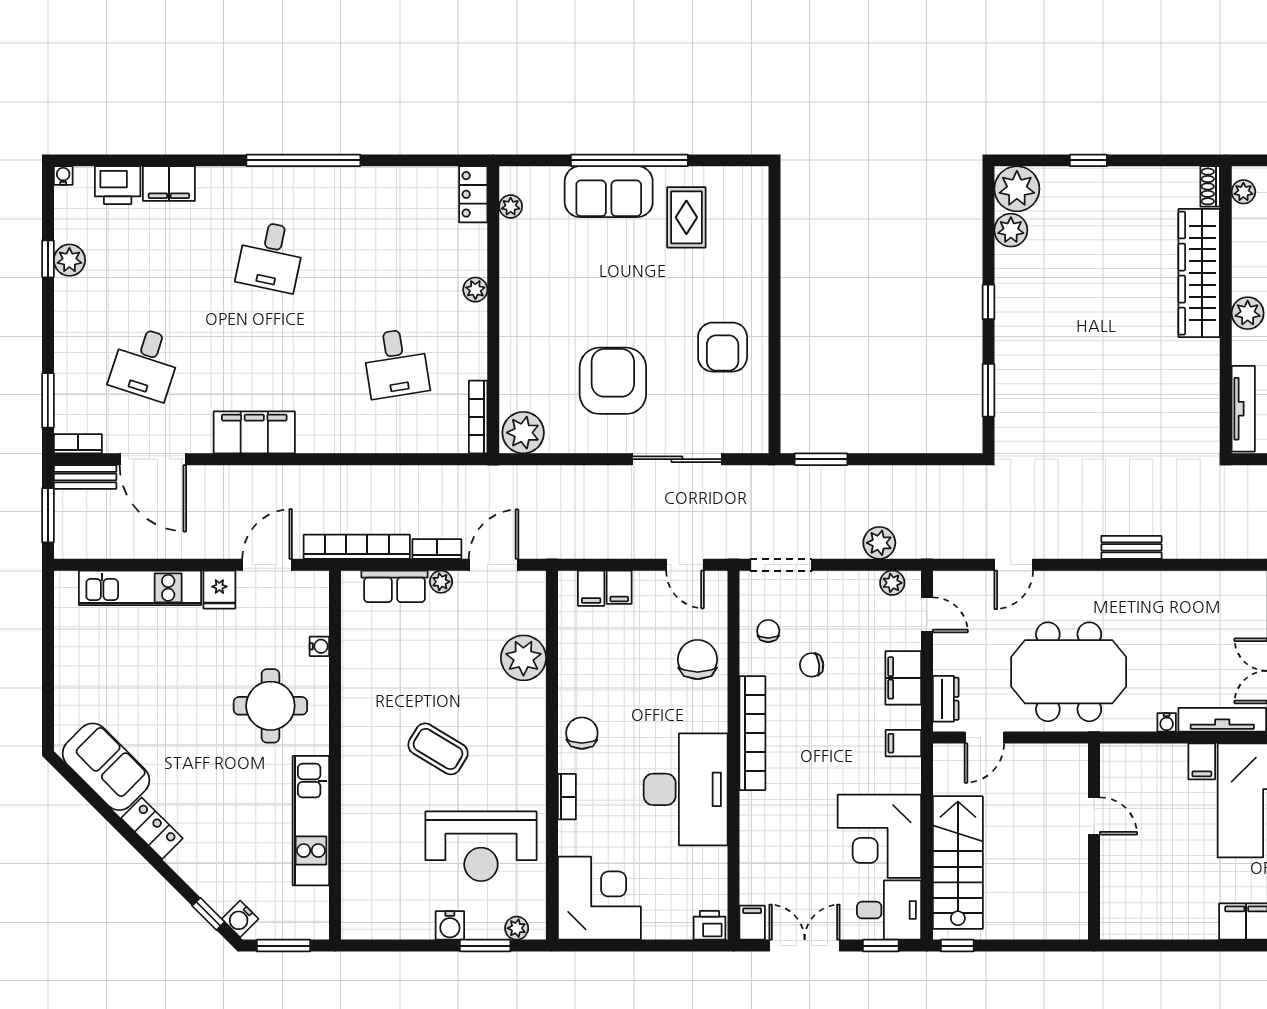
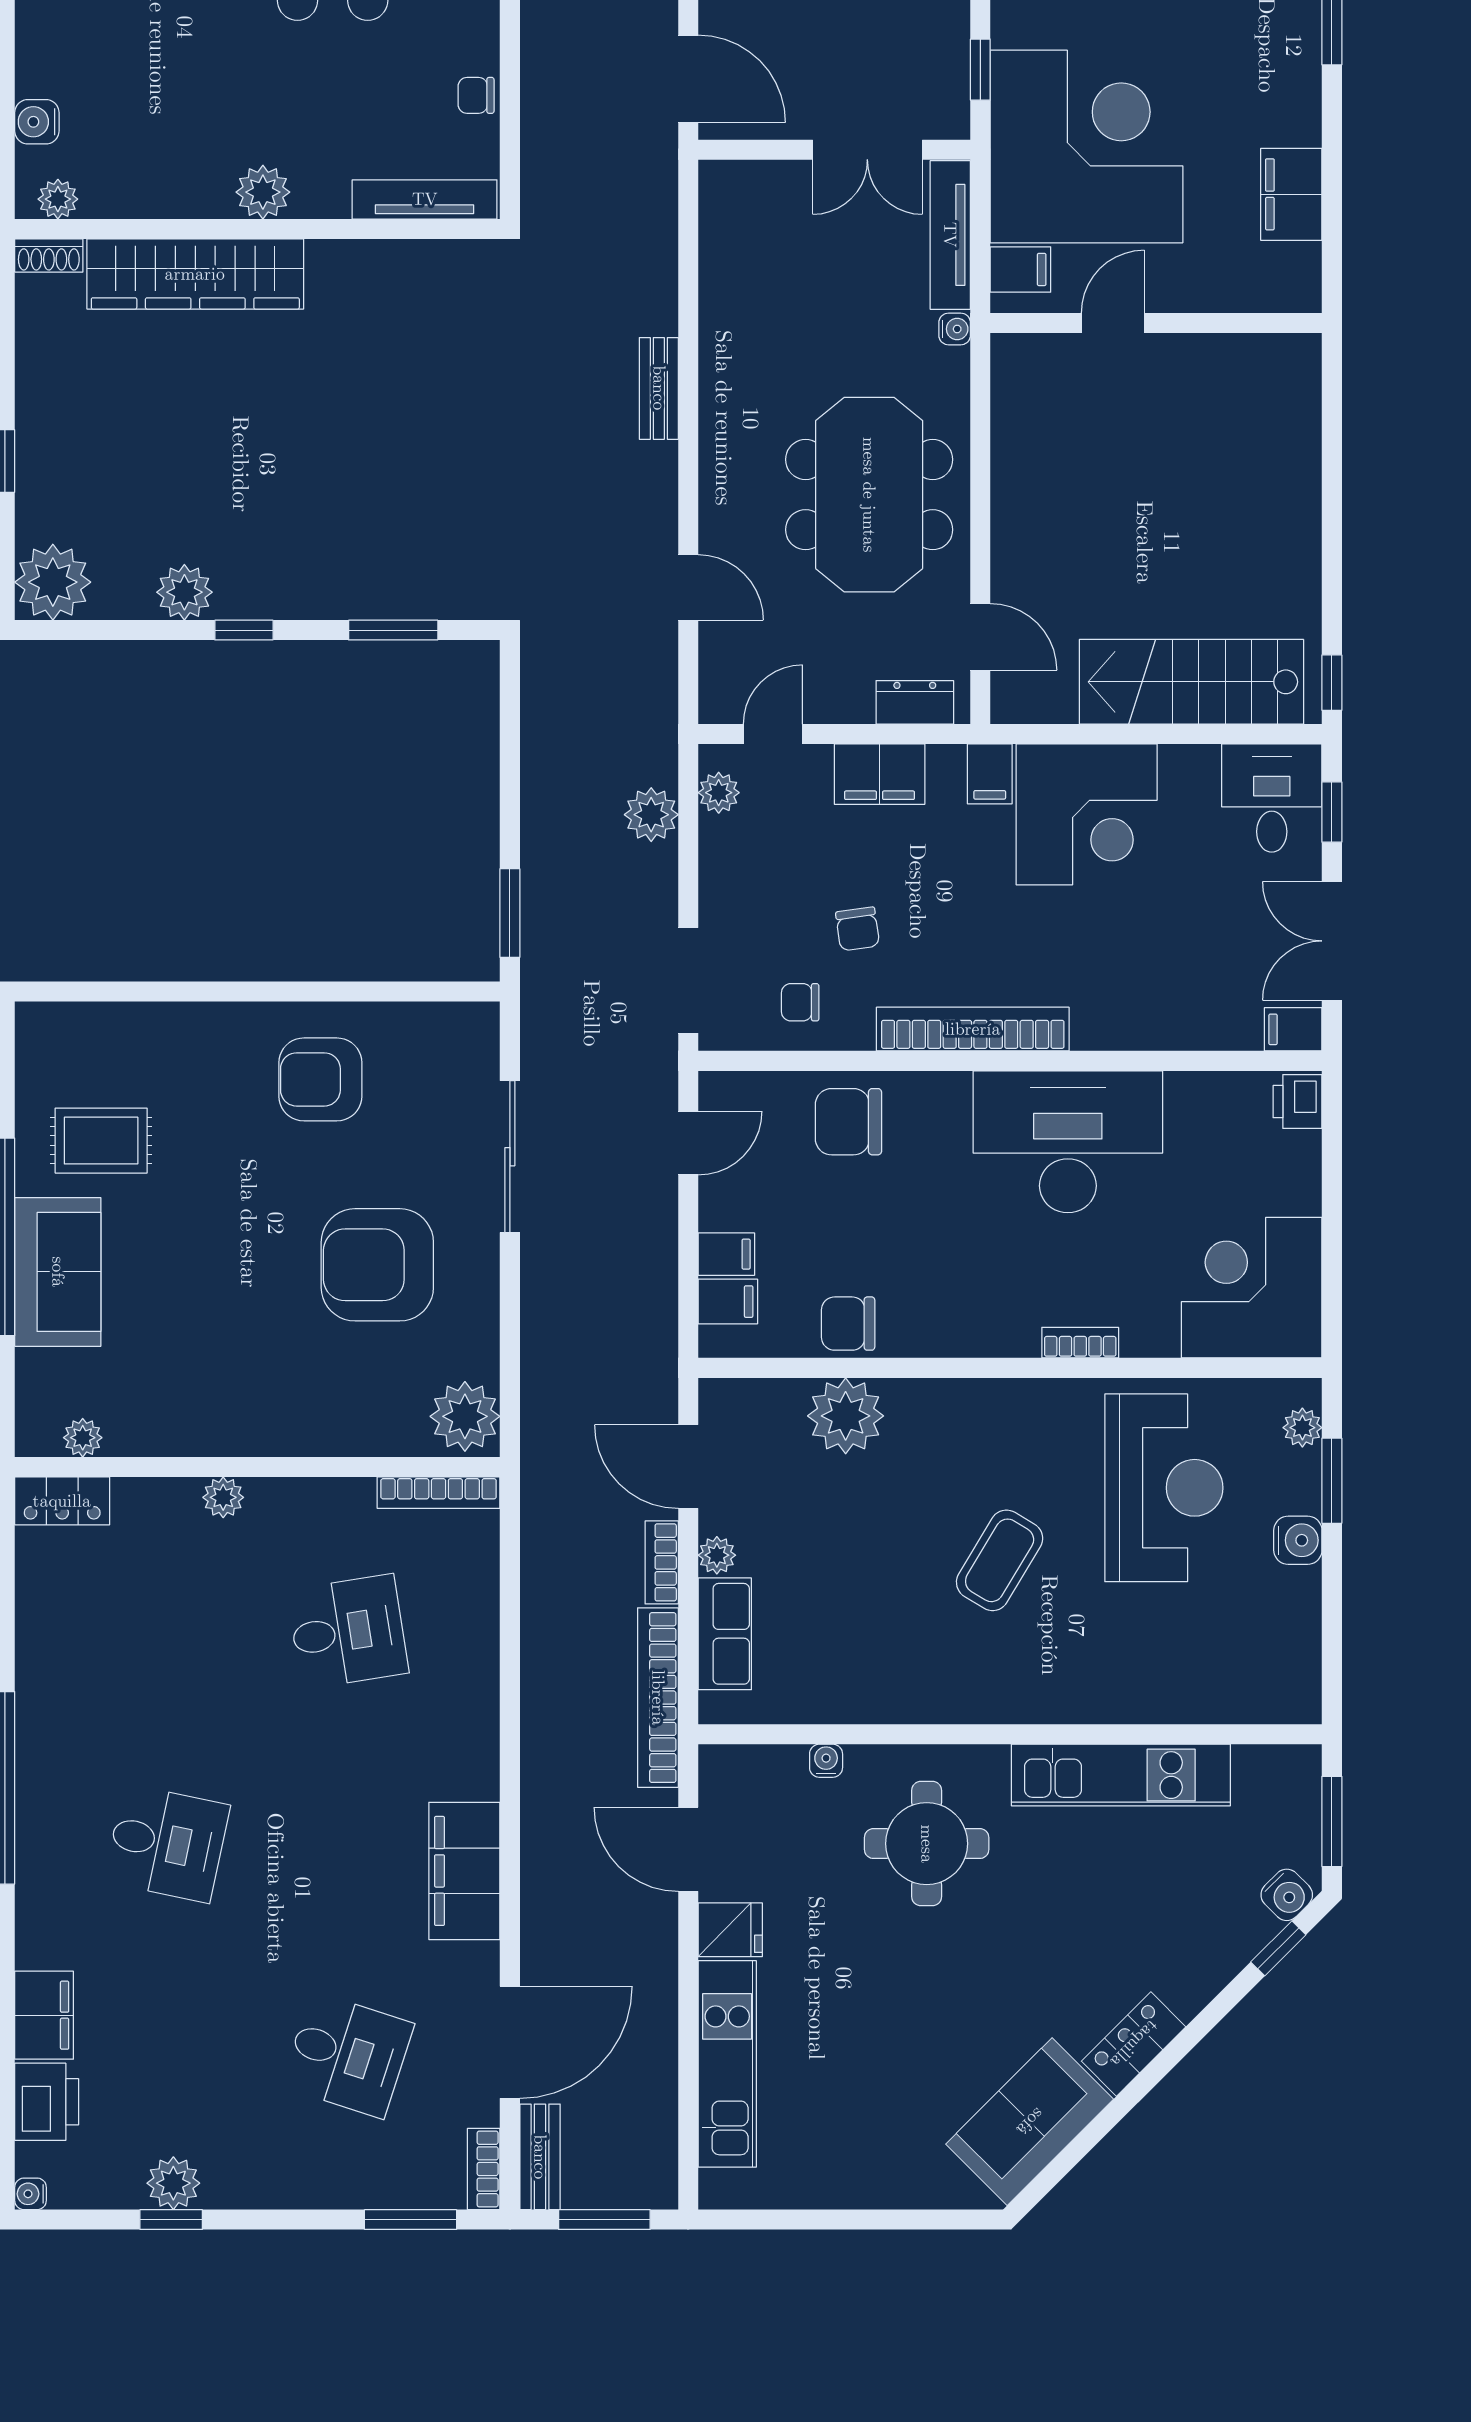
plant: (1011, 230) -> (184, 592), moved
armchair: (723, 347) -> (320, 1079), turned 180
chair: (582, 733) -> (848, 1324), moved
door: (1094, 816) -> (1113, 323), moved
corner desk: (879, 836) -> (1087, 814), moved
wall: (1094, 842) -> (1156, 323), moved

